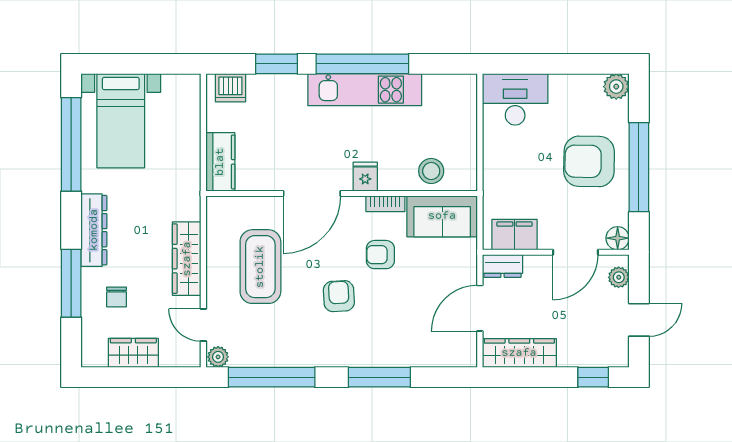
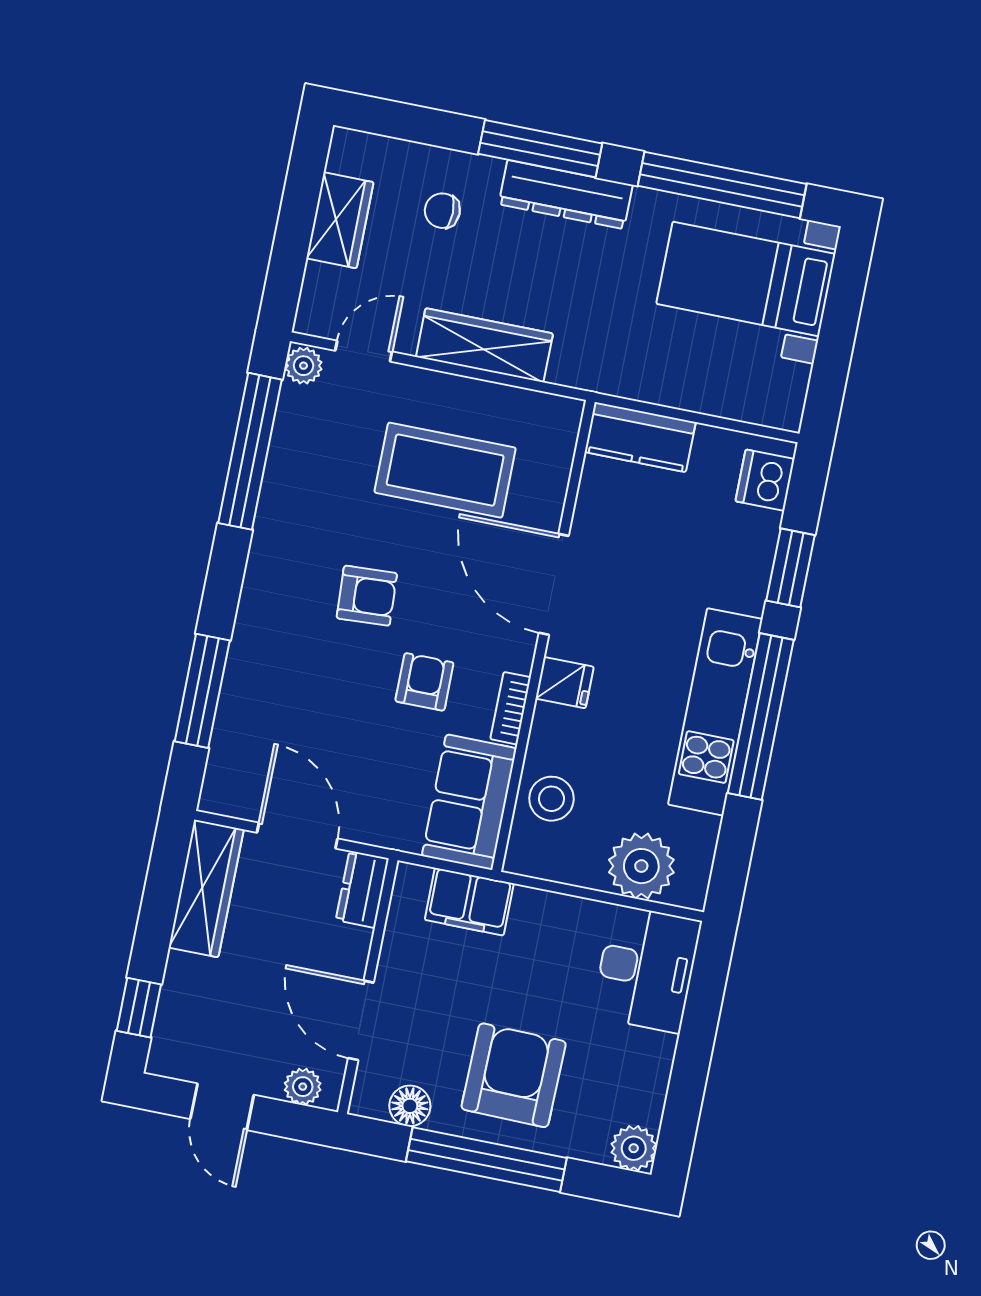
plant: (459, 114) -> (641, 866), added
filing cabinet: (515, 235) -> (469, 902), moved, turned 90
floor lamp: (618, 238) -> (410, 1106), moved
window: (71, 283) -> (540, 149), moved
window: (379, 377) -> (202, 691), moved

